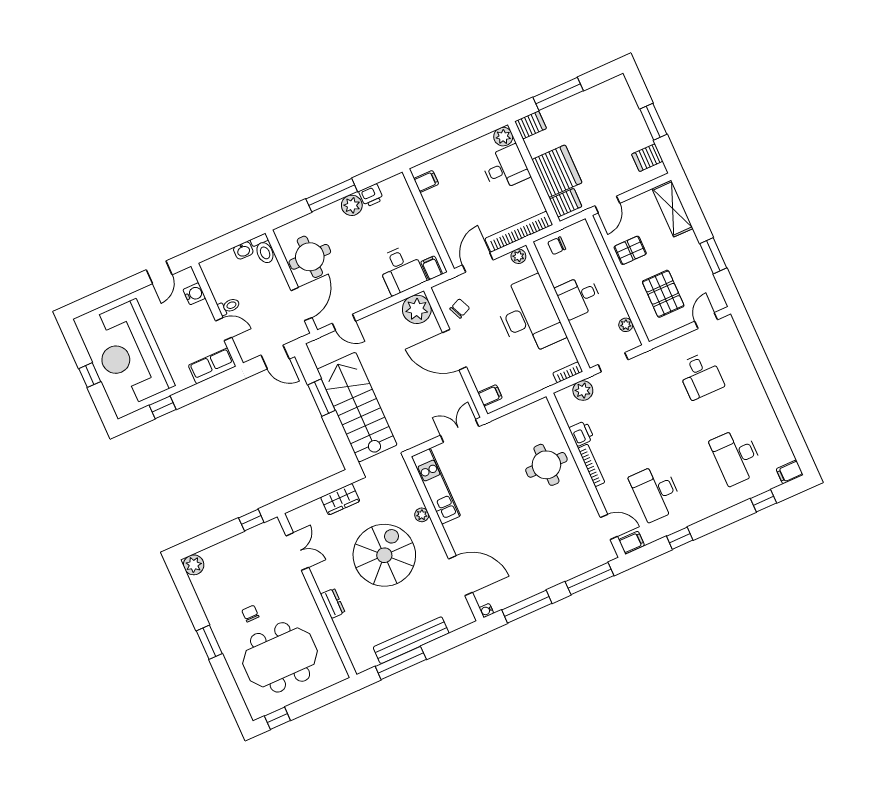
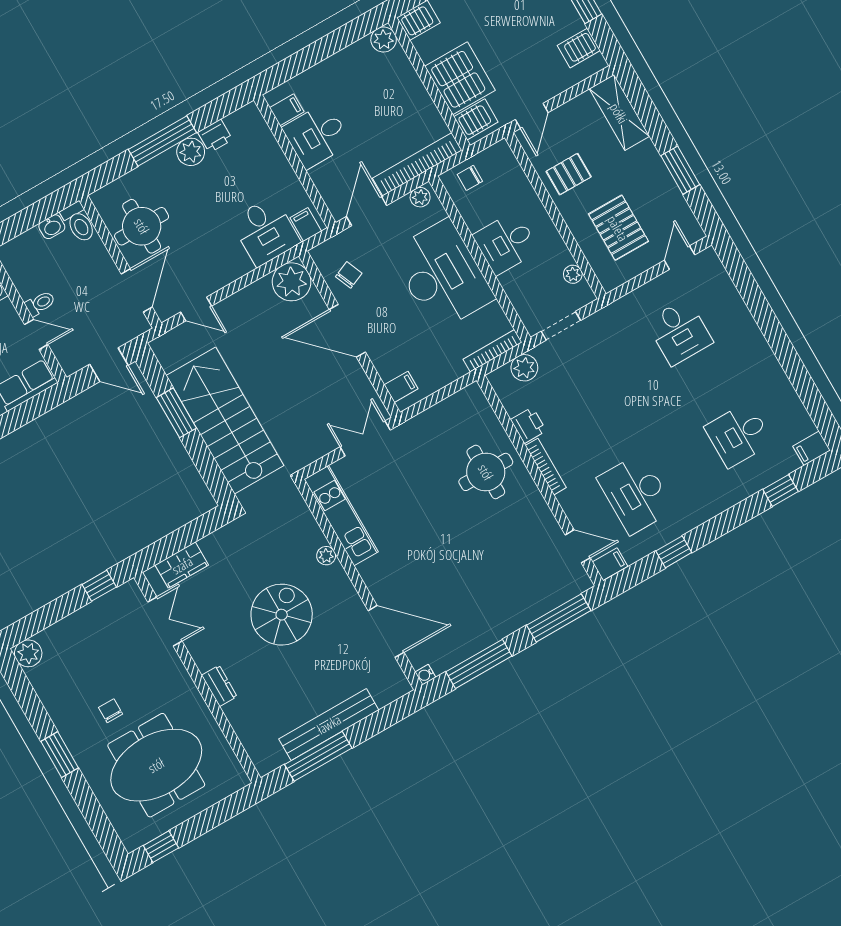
desk: (506, 168) -> (317, 136), moved, turned 180
bookcase: (568, 372) -> (492, 351), width x1.56
desk: (737, 456) -> (739, 435), width x0.73
wardrobe: (340, 499) -> (182, 565), moved
spiral stairs: (384, 555) -> (282, 615), width x0.73, depth x0.73

